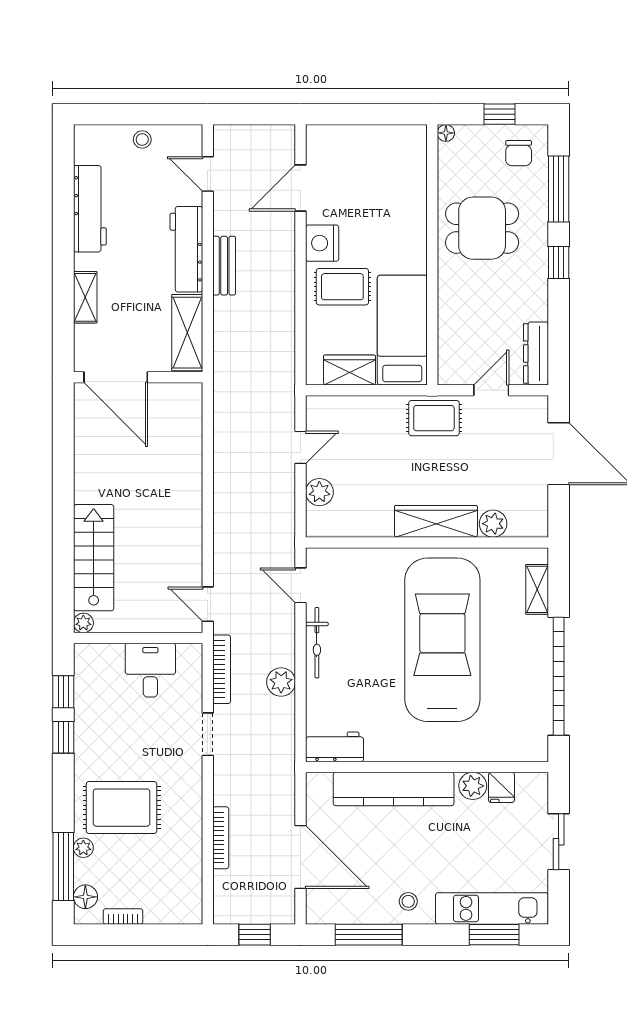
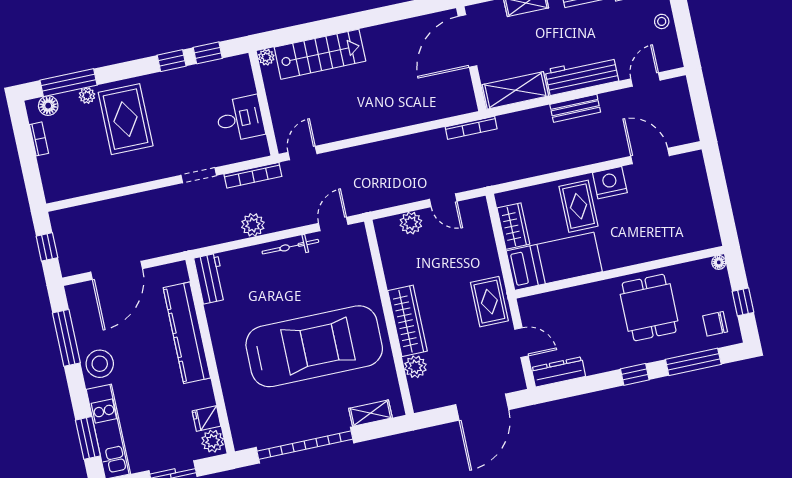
plant: (473, 786) -> (213, 441), moved
bookcase: (221, 838) -> (471, 128), moved
stool: (408, 901) -> (100, 364), width x1.89, depth x1.89

